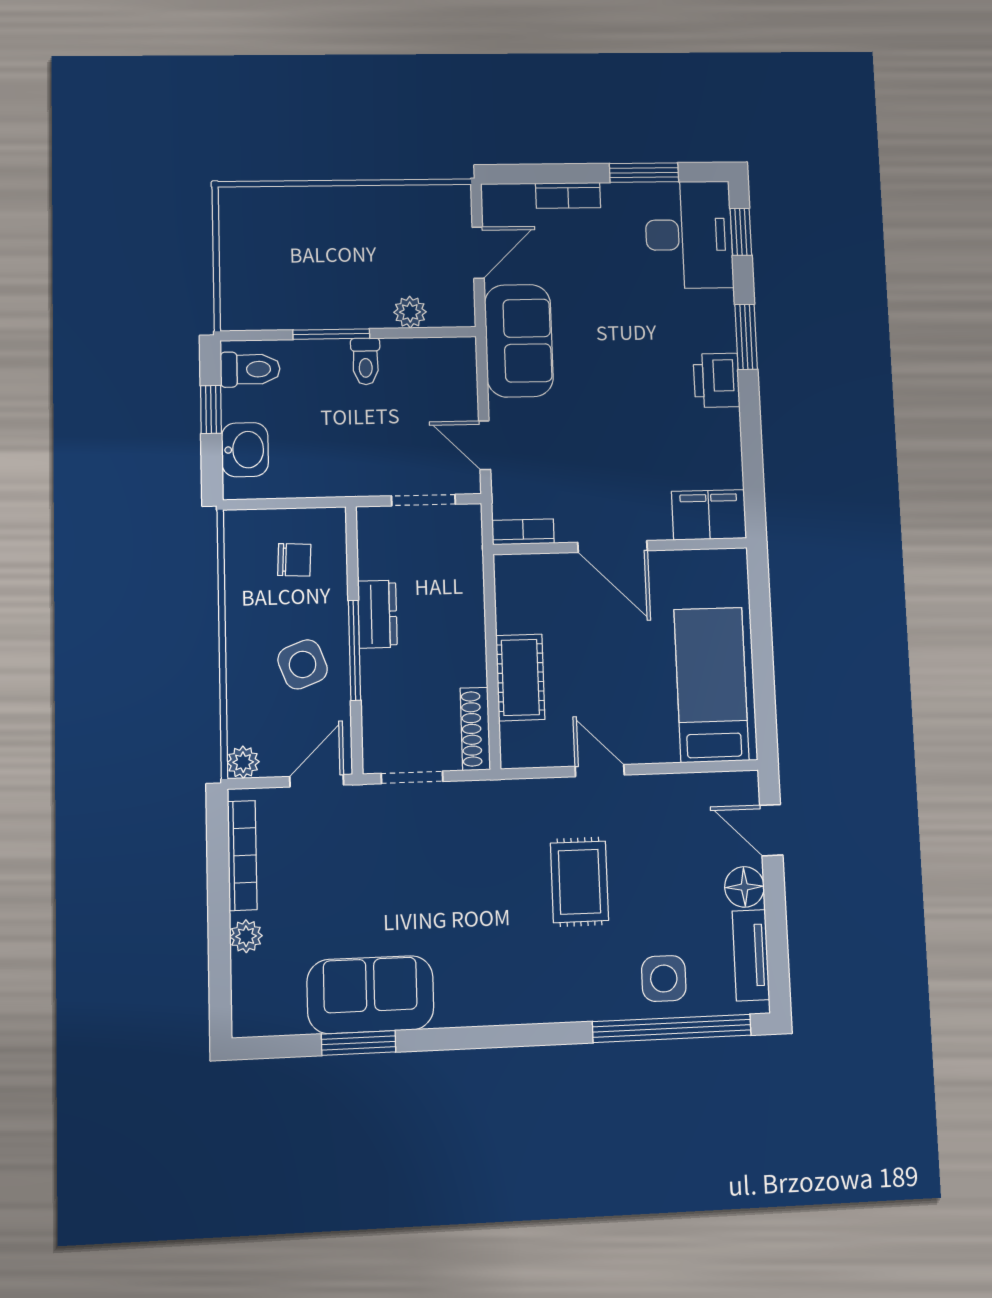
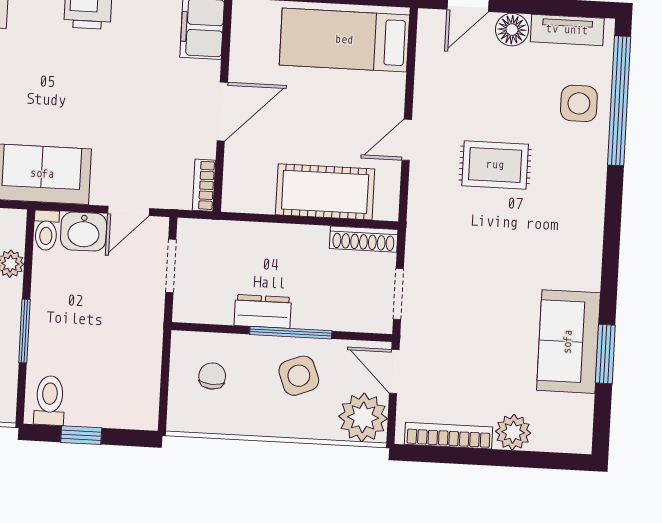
toilet: (366, 361) -> (46, 230), moved, turned 90
washbasin: (245, 450) -> (84, 232), moved, turned 180
cot: (520, 677) -> (325, 192), width x1.37, depth x1.34
plant: (243, 762) -> (363, 417), width x1.87, depth x1.87
plant: (246, 936) -> (513, 432), width x1.38, depth x1.38

